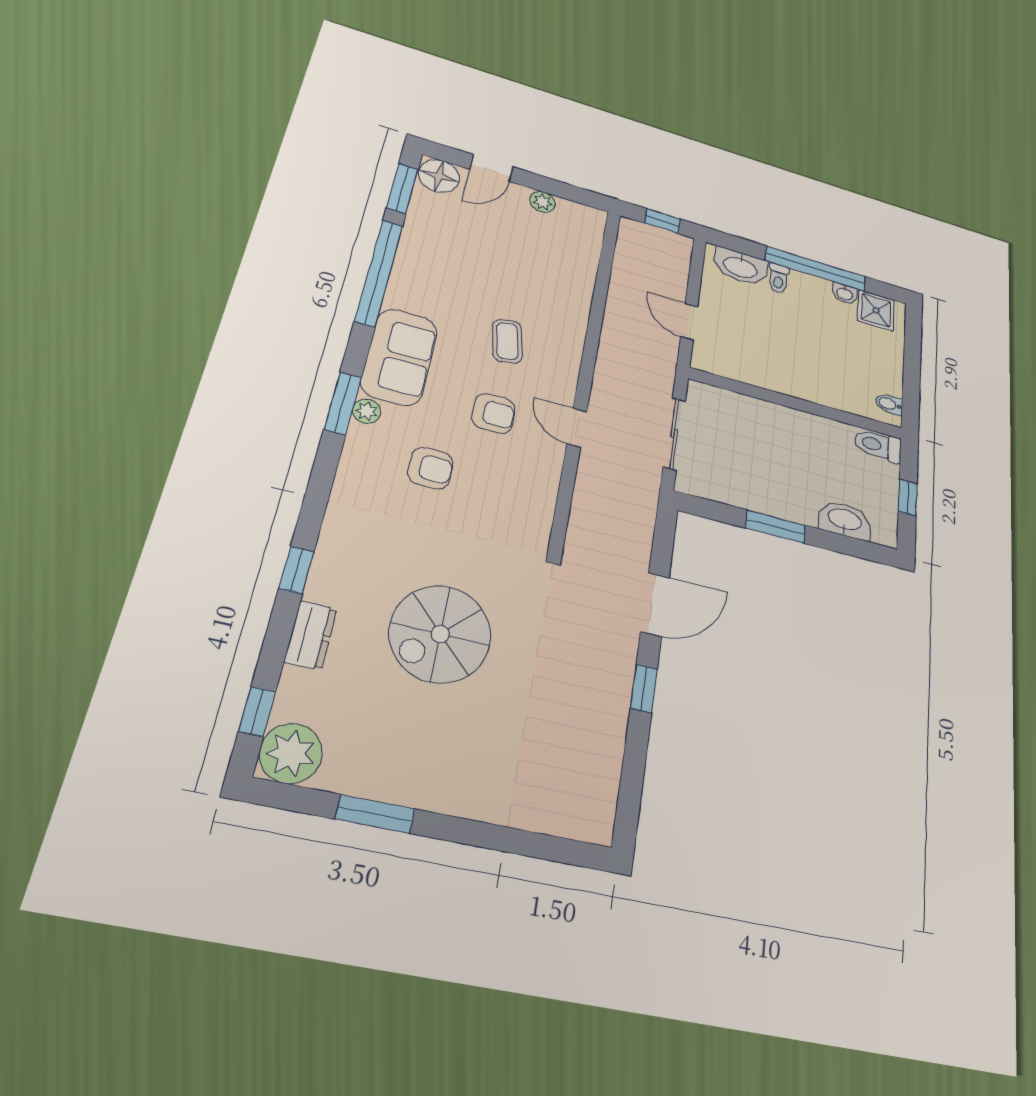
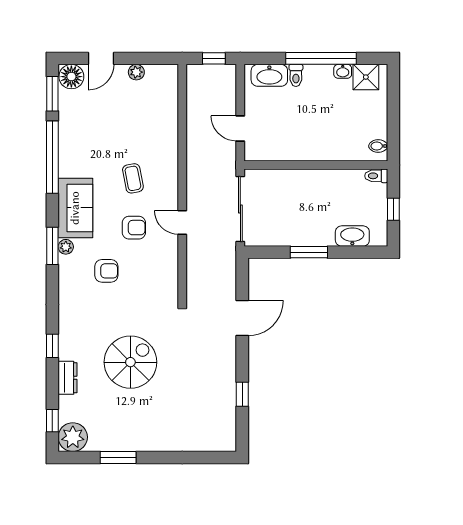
sliding door: (674, 434) -> (240, 209), width x1.37
toilet: (878, 445) -> (376, 176), width x0.73, depth x0.72
spiral stairs: (440, 634) -> (130, 362), turned 180
window: (644, 689) -> (242, 394), moved

